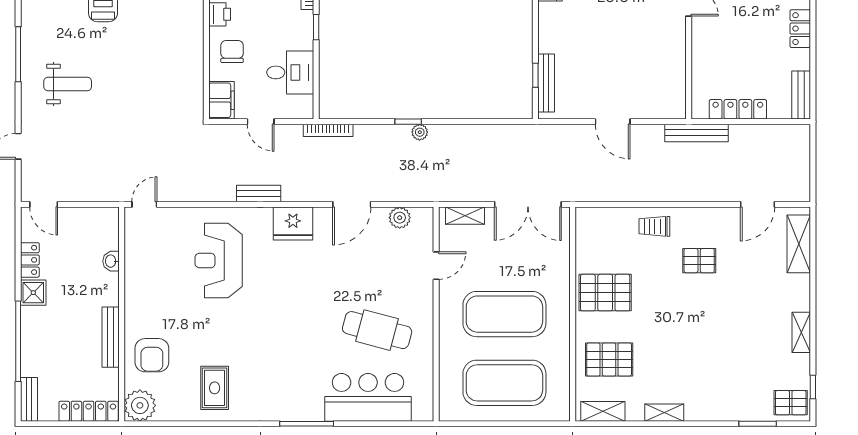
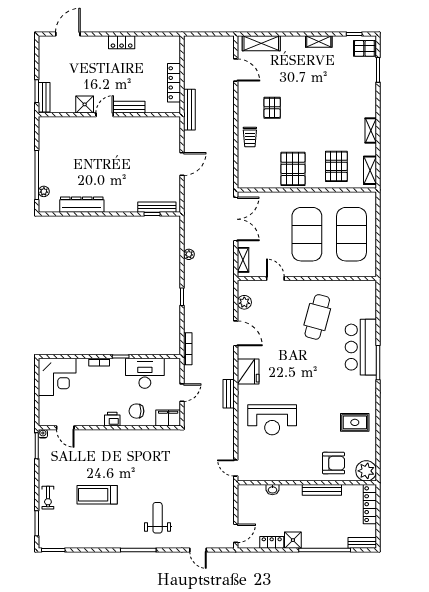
desk: (290, 72) -> (145, 373), width x1.37
bench: (801, 95) -> (129, 107), moved
plant: (420, 132) -> (189, 254), moved
bar counter: (368, 397) -> (361, 347), moved
pallet: (791, 403) -> (364, 48), turned 90

